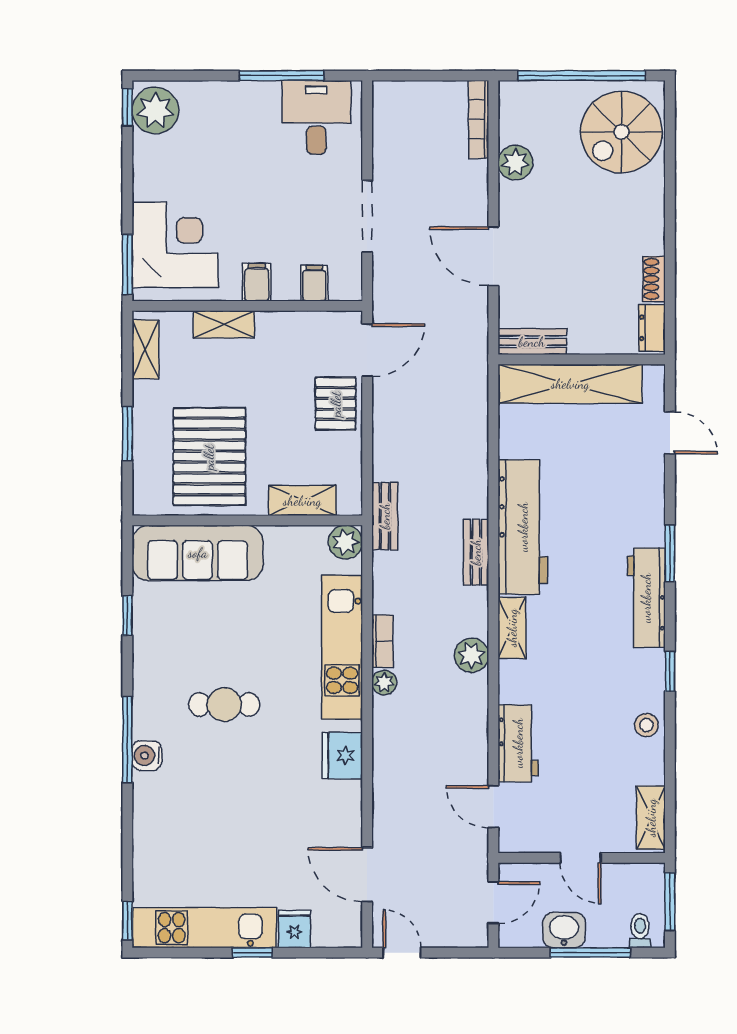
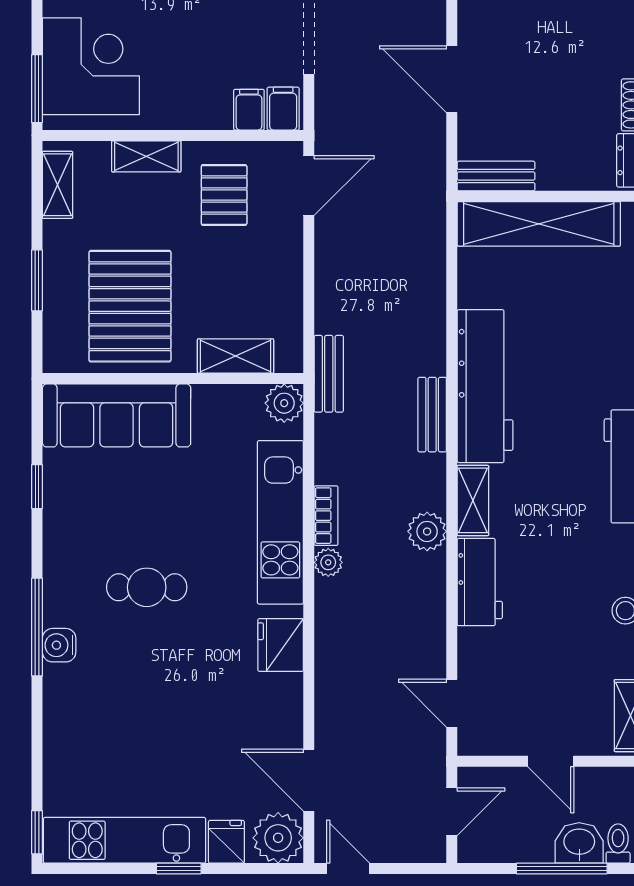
filing cabinet: (257, 282) -> (283, 109), moved
pallet: (336, 404) -> (224, 195), moved
workbench: (518, 743) -> (480, 582), moved
plant: (340, 925) -> (278, 838), added
washbasin: (564, 930) -> (579, 843), moved

